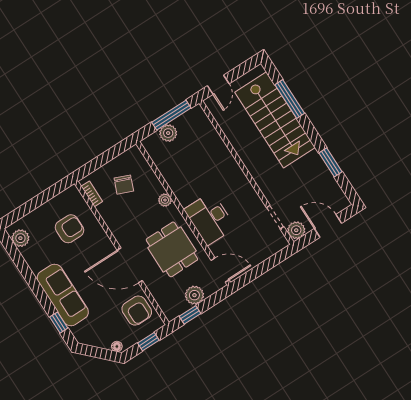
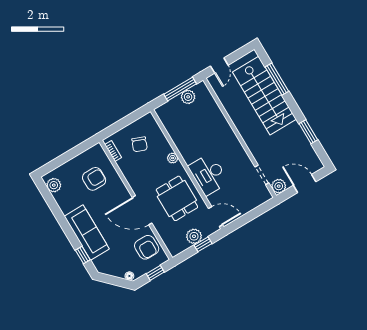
plant: (168, 133) -> (188, 97), moved
window: (190, 315) -> (203, 244), moved

